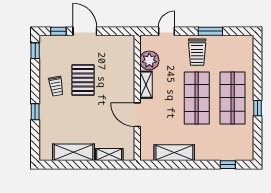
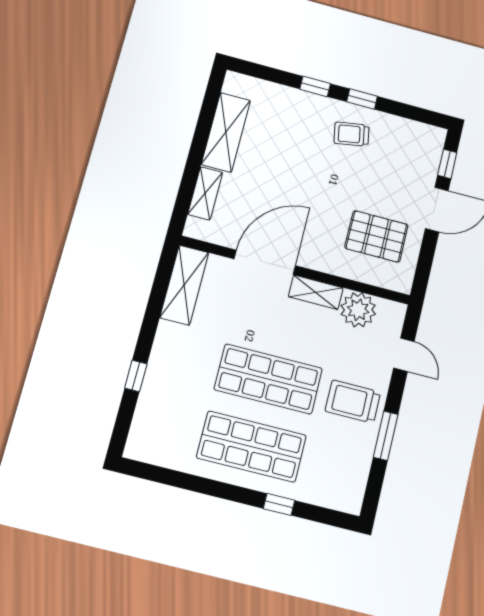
window: (35, 51) -> (362, 99), moved
pallet: (83, 80) -> (376, 236), moved
window: (258, 108) -> (279, 504), moved
door: (137, 115) -> (265, 262), width x1.36
shelving: (174, 153) -> (184, 285), moved
window: (228, 165) -> (136, 376), moved

